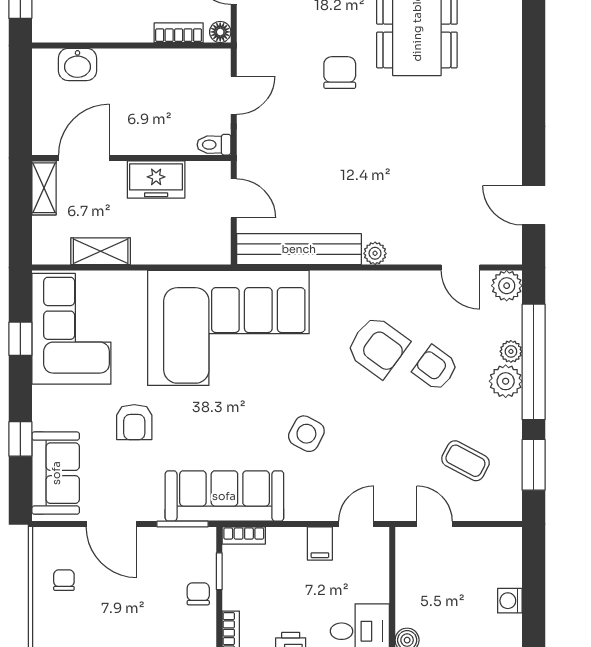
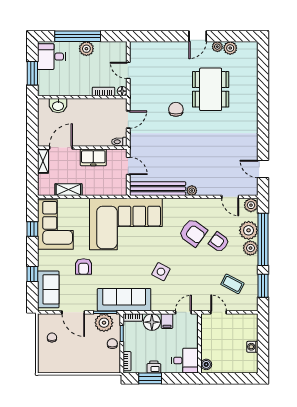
plant: (511, 351) -> (249, 230), width x1.87, depth x1.87
floor lamp: (286, 546) -> (152, 322), added
plant: (180, 547) -> (104, 323), added

